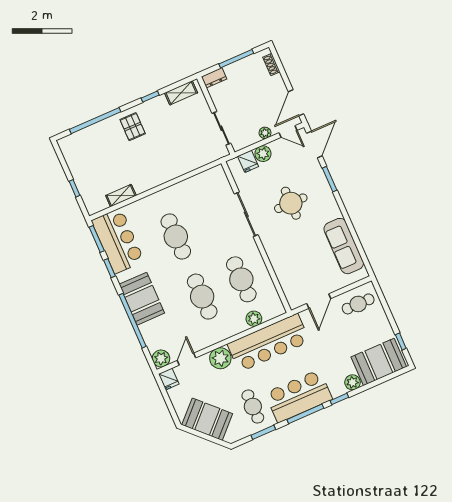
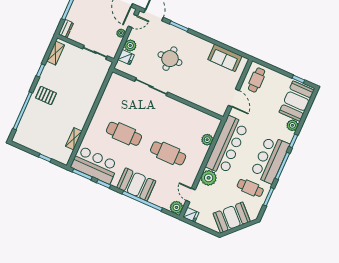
sofa: (344, 246) -> (225, 58), width x0.73
cafe table: (241, 279) -> (181, 125), removed

